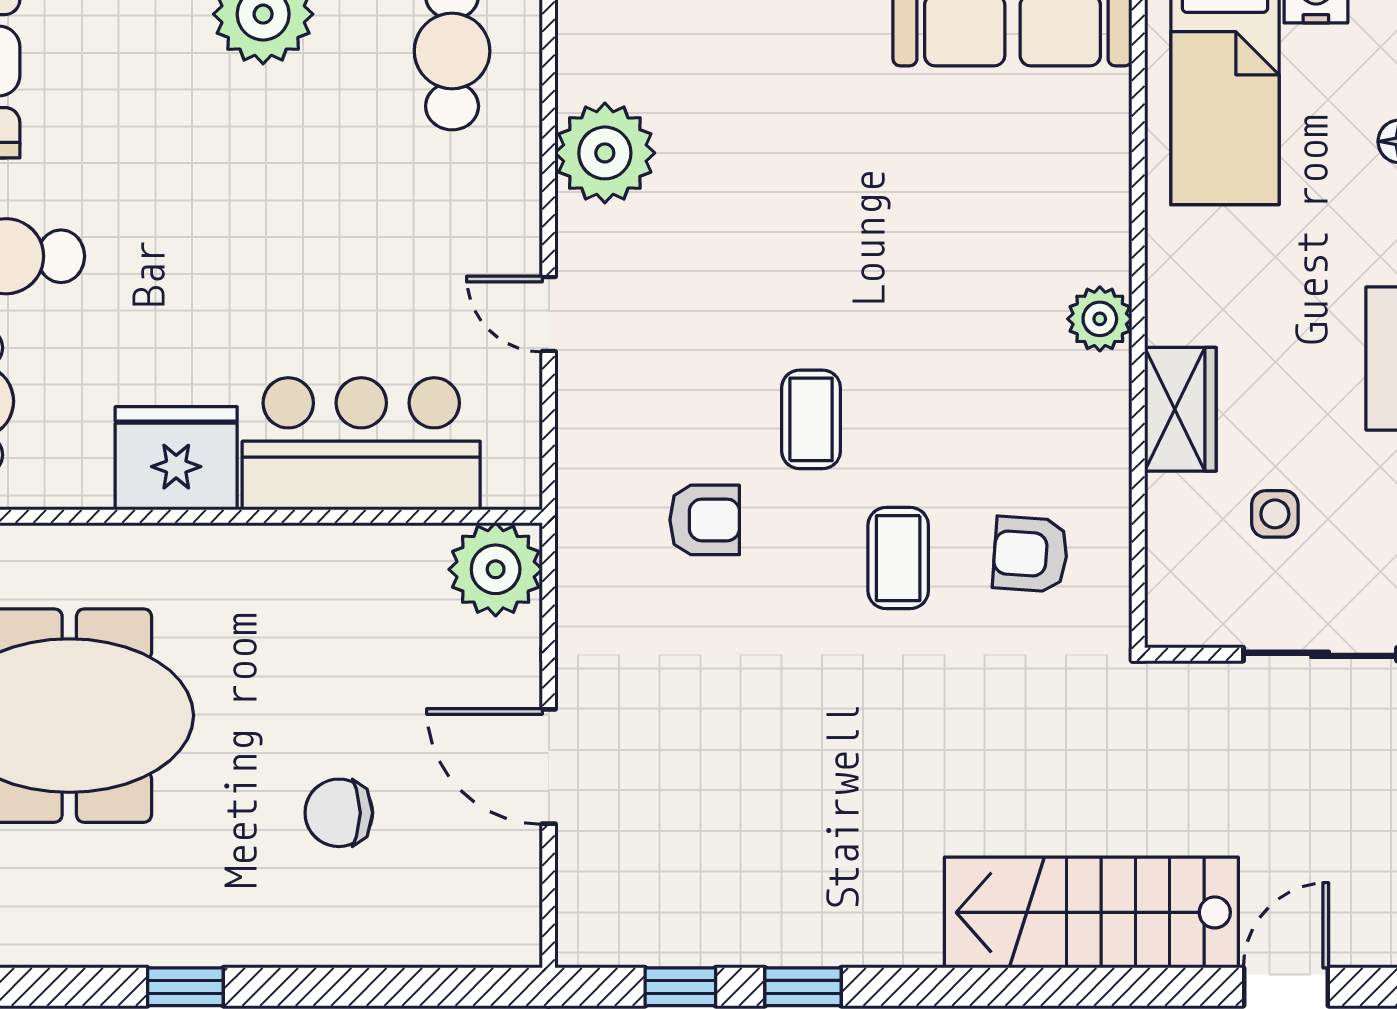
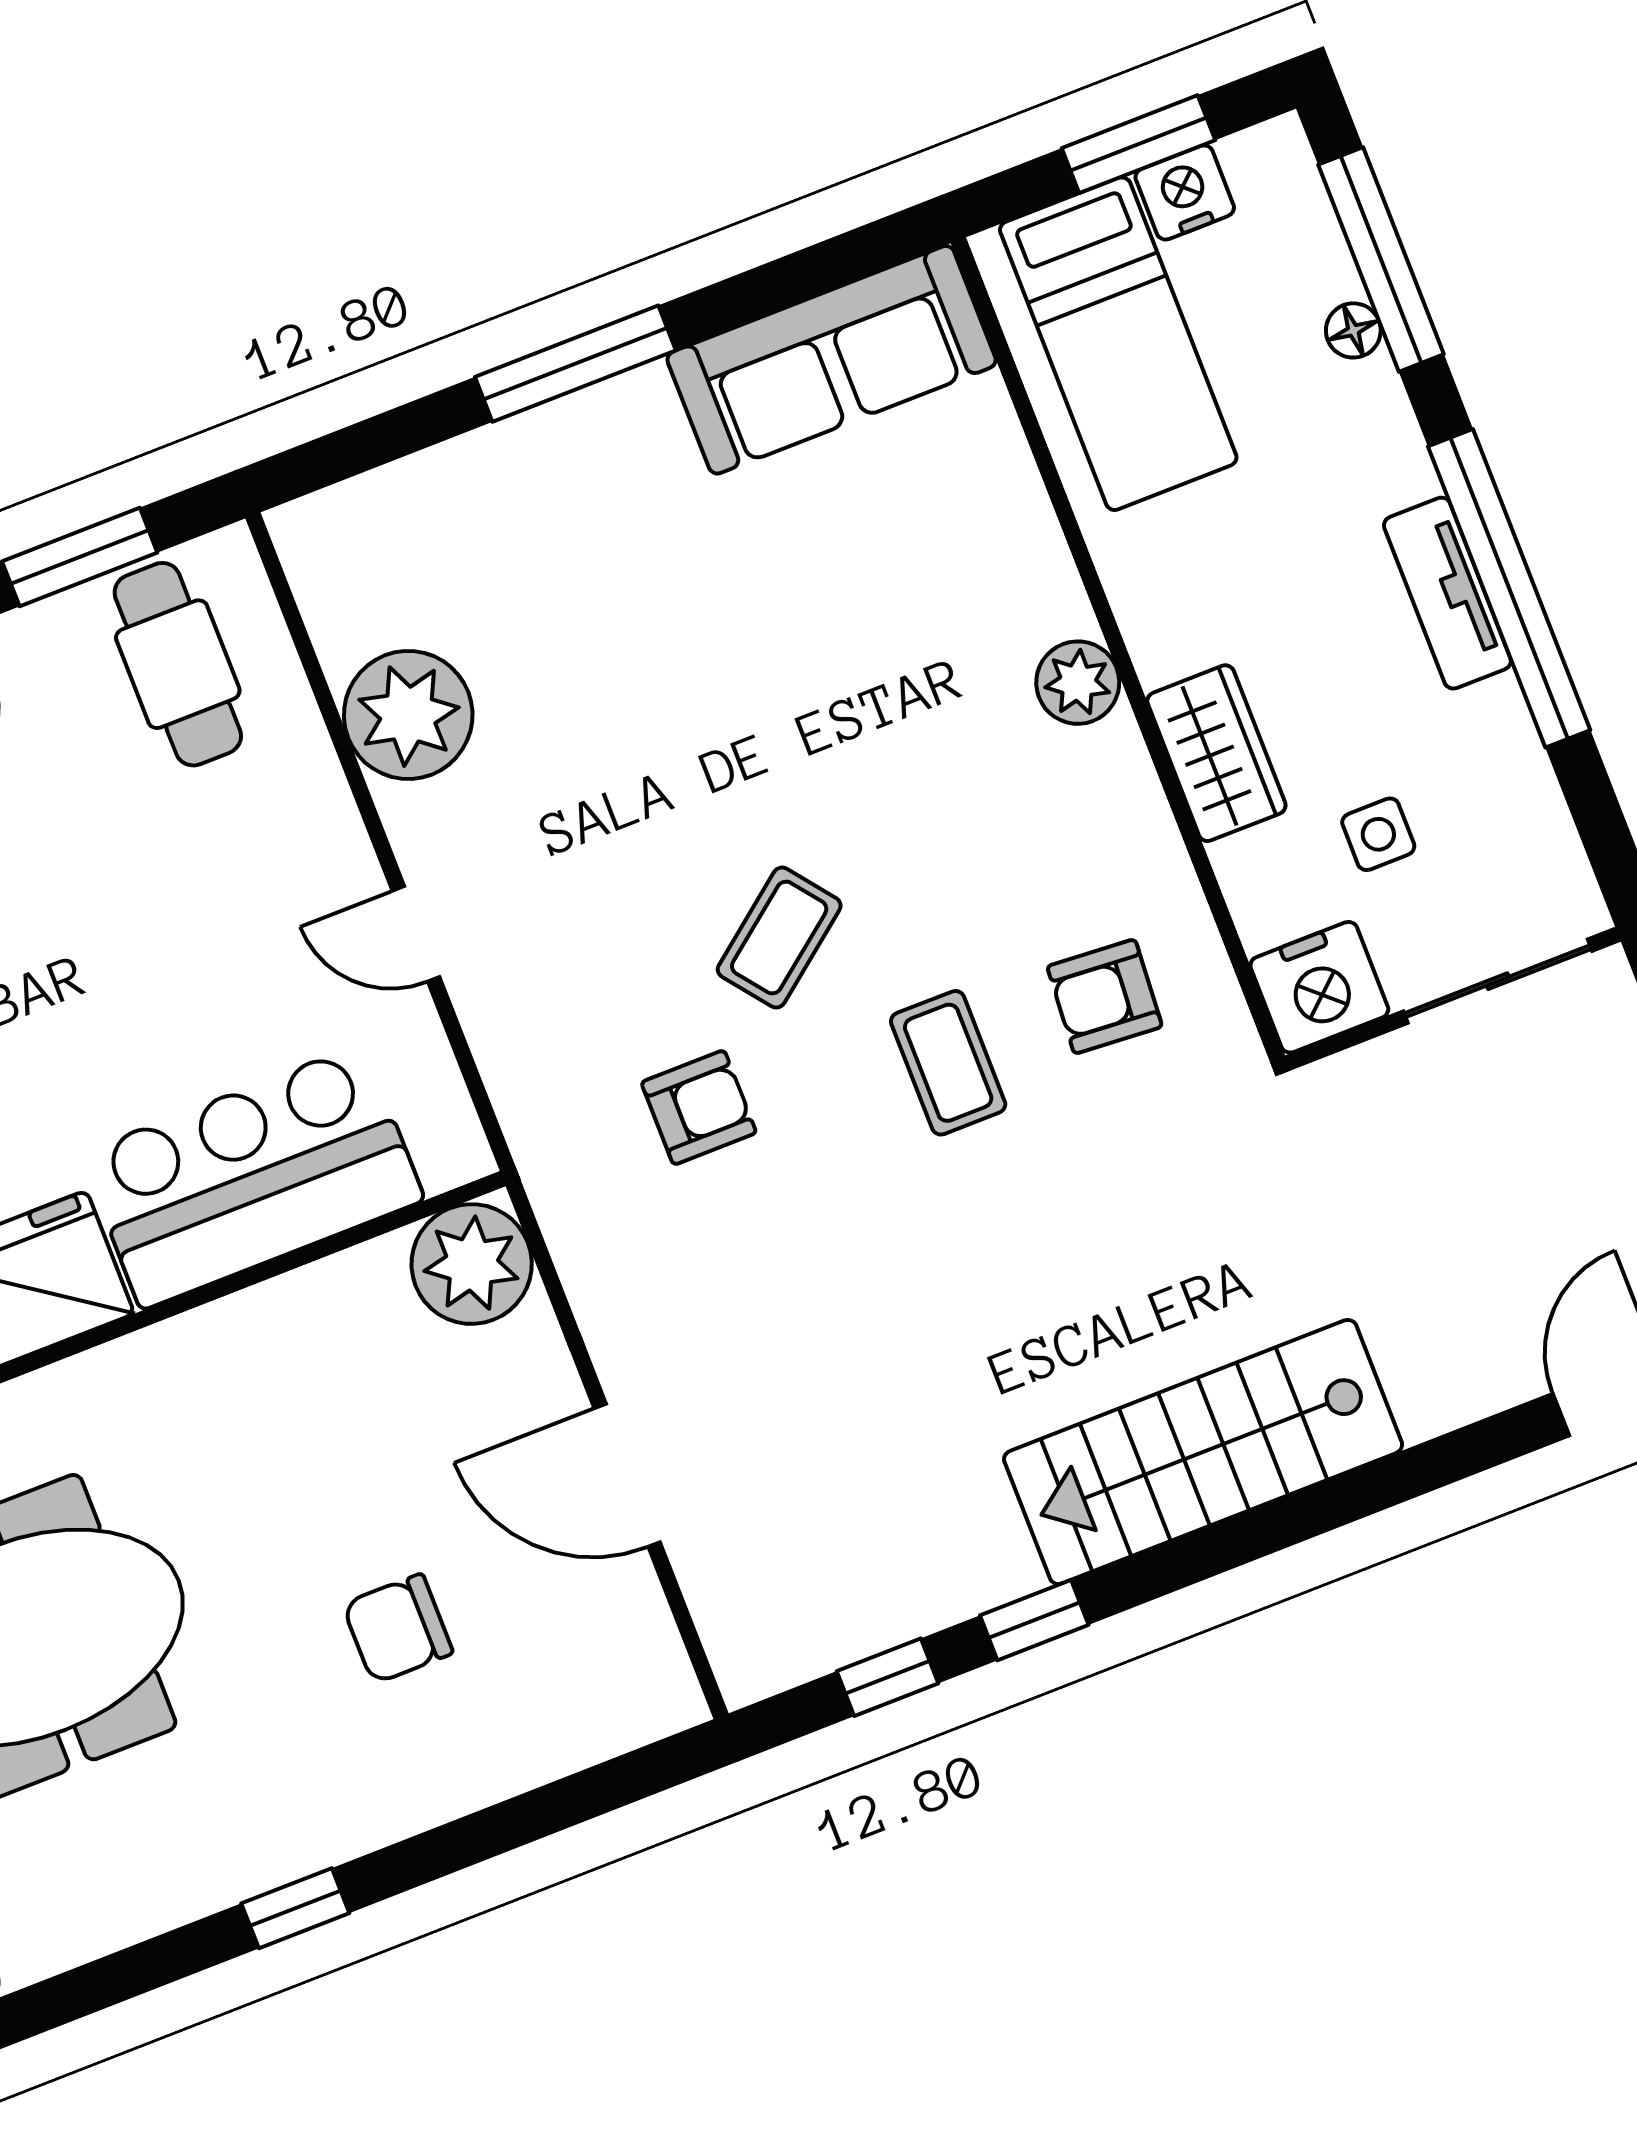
coffee table: (811, 419) -> (779, 938), turned 52
nightstand: (1189, 608) -> (1319, 987), added
stairs: (1091, 912) -> (1203, 1452), moved

